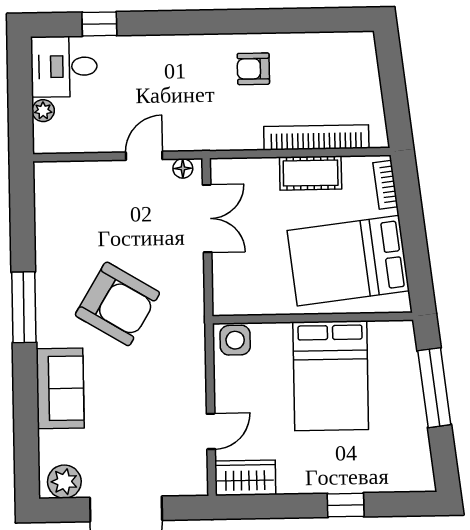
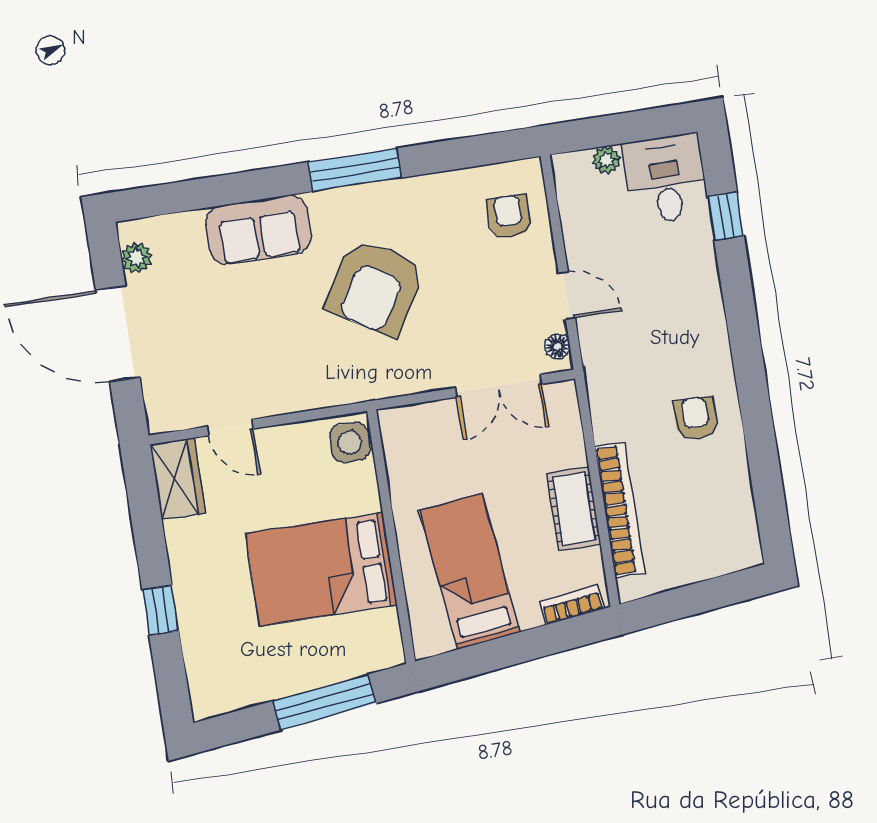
armchair: (77, 193) -> (509, 216), added
bed: (348, 261) -> (470, 571), width x0.67
plant: (64, 482) -> (137, 258), width x0.73, depth x0.73

